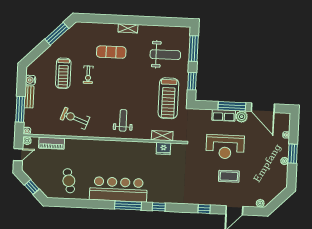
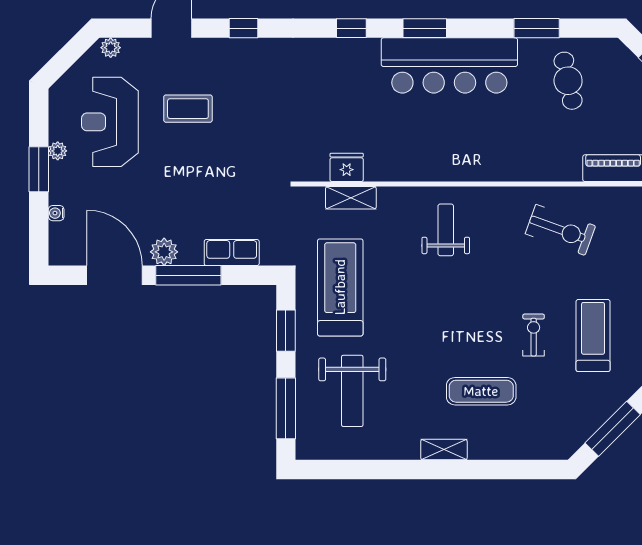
weight bench: (165, 55) -> (352, 391), turned -90
row of seats: (224, 115) -> (232, 253), moved
weight bench: (123, 120) -> (446, 230), turned 180
reception desk: (225, 147) -> (110, 122), moved, turned -90
window: (81, 203) -> (537, 28), added
window: (128, 205) -> (425, 28), width x0.69

